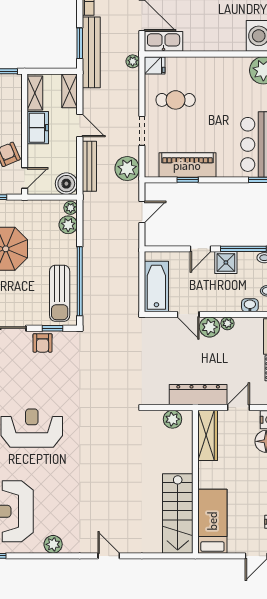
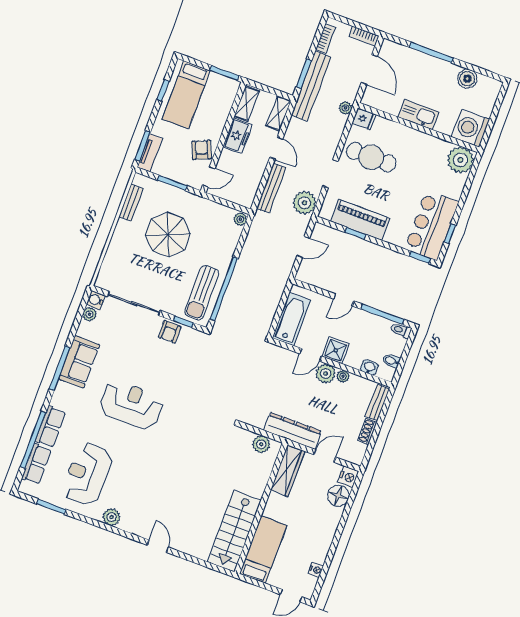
kitchen sink: (164, 41) -> (419, 115), moved
cafe table: (176, 100) -> (371, 157), width x1.37, depth x1.35
boiler: (66, 184) -> (245, 196), removed
plant: (68, 225) -> (232, 234), removed
shower: (226, 262) -> (336, 350), moved
door: (188, 314) -> (311, 355), hinge flipped

